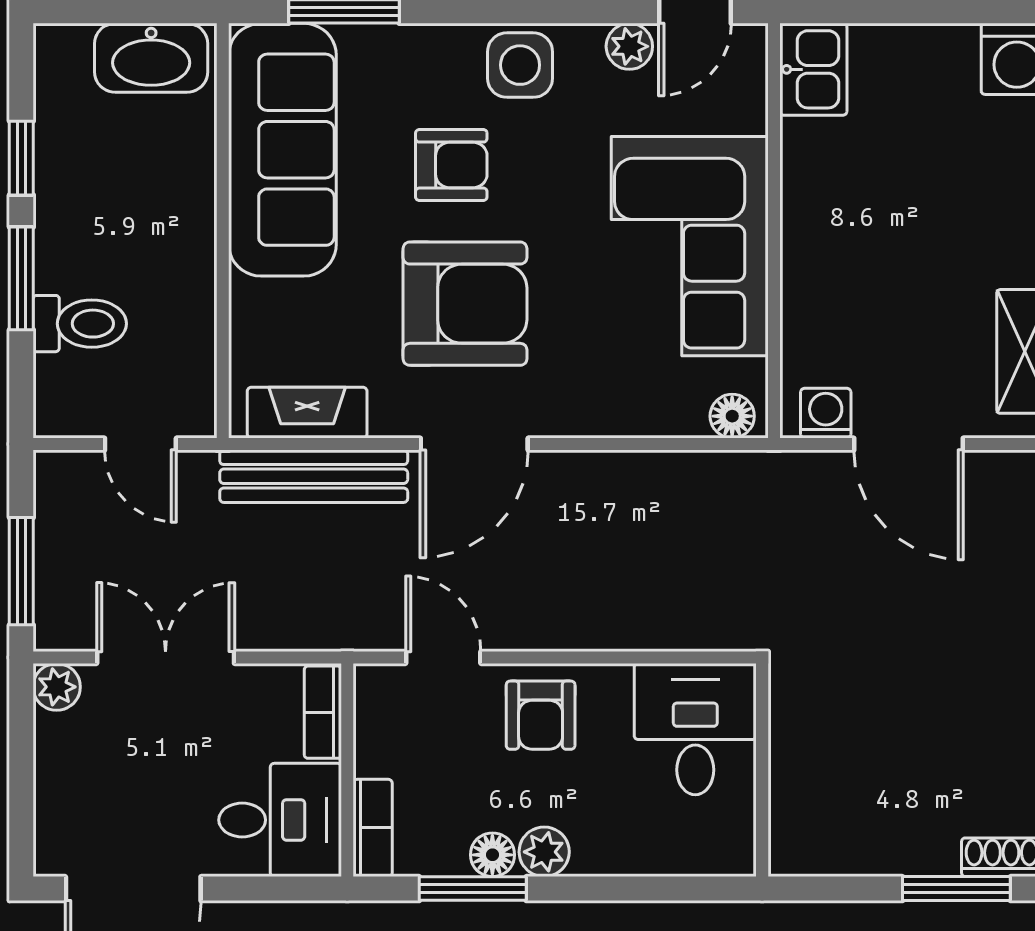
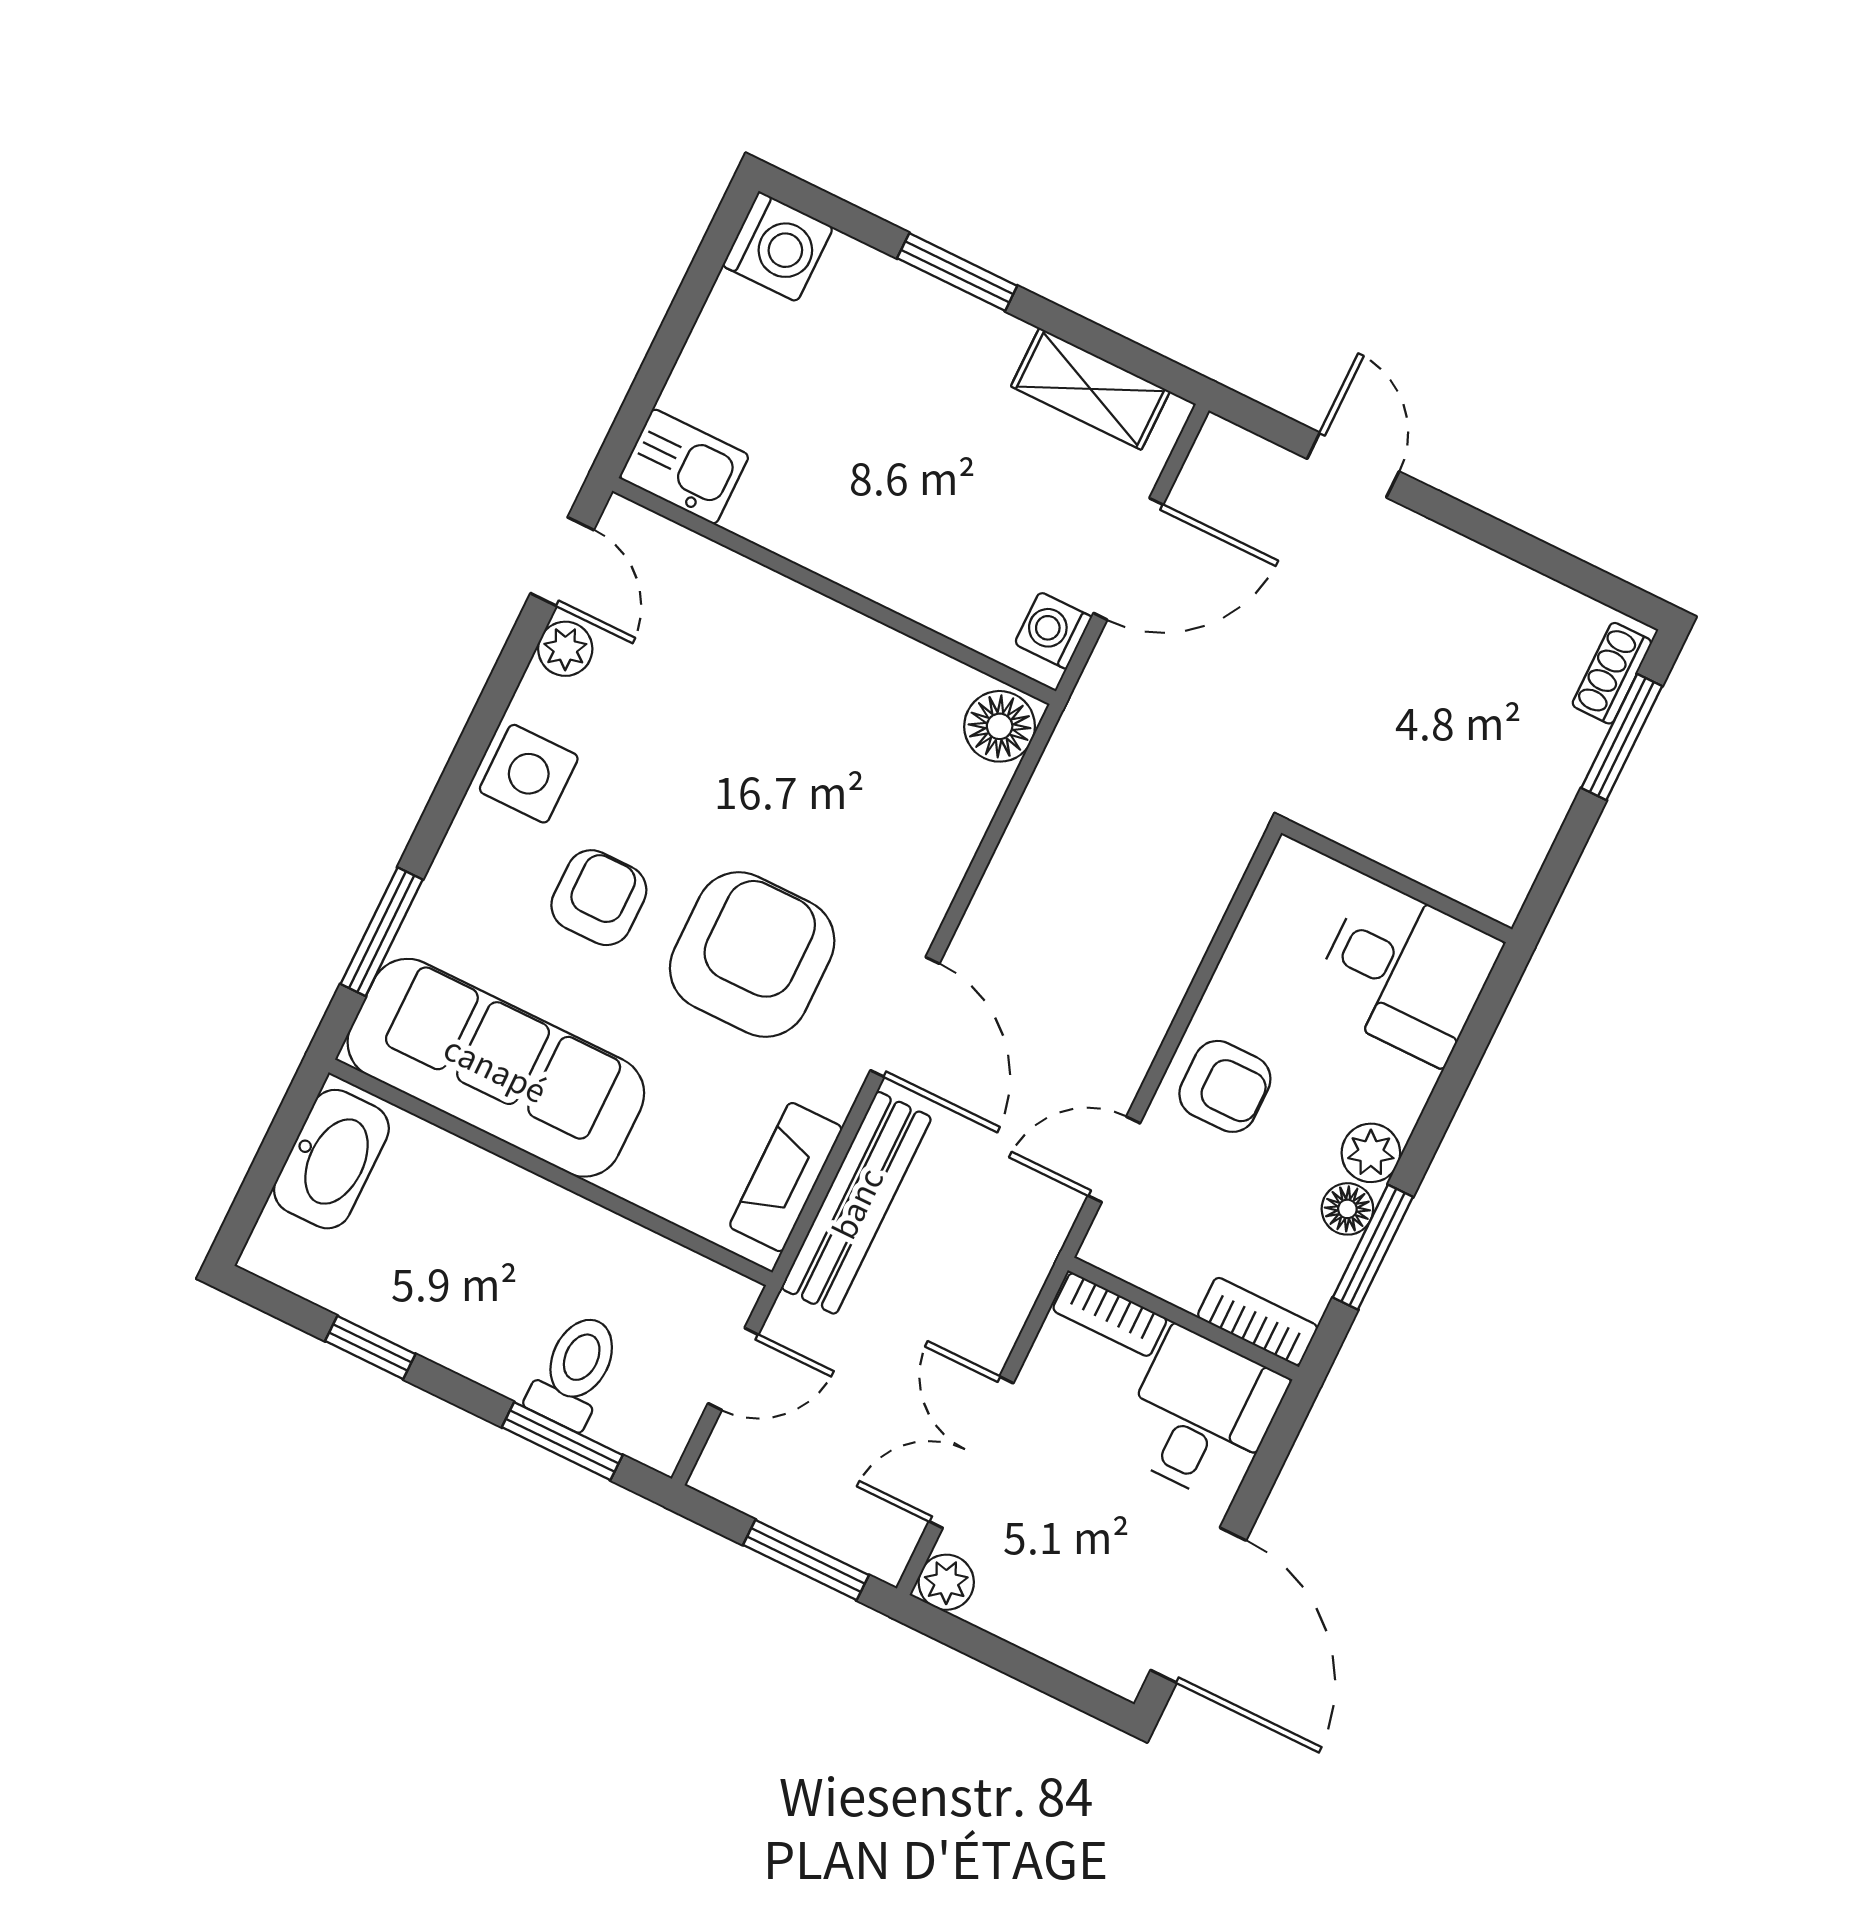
corner sofa: (690, 246) -> (807, 688), removed
window: (21, 278) -> (562, 1441), moved
floor lamp: (732, 416) -> (1000, 726), width x1.37, depth x1.37
desk: (695, 729) -> (1406, 973), moved, turned 180

